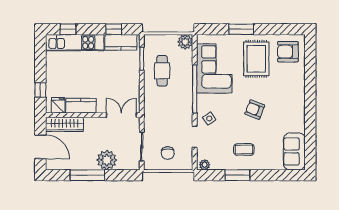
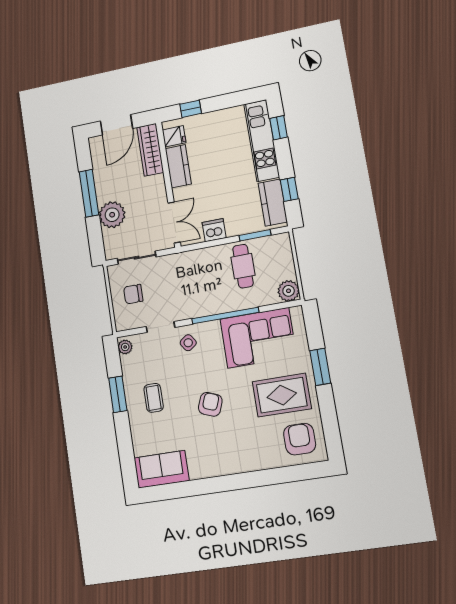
cafe table: (162, 71) -> (243, 266), turned 90
dishwasher: (133, 87) -> (214, 230), added

